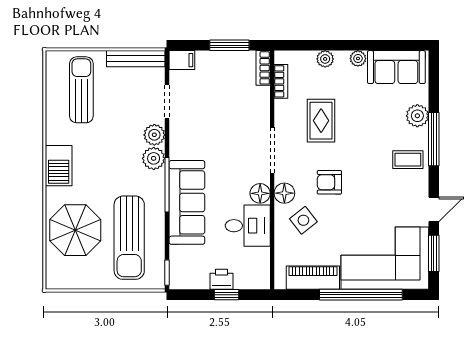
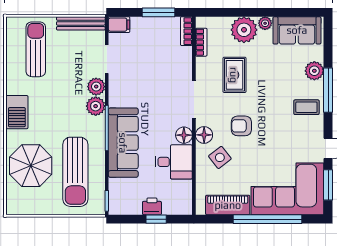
plant: (325, 59) -> (244, 30), width x1.88, depth x1.88

